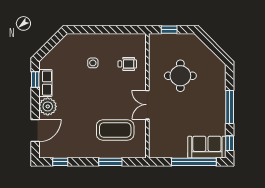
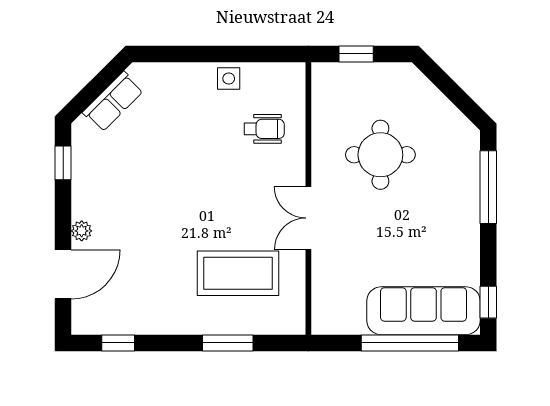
side table: (93, 63) -> (229, 79), moved
row of seats: (45, 83) -> (113, 102), moved, turned 45
plant: (48, 106) -> (82, 231), width x0.53, depth x0.53
window: (230, 107) -> (488, 187), moved
sofa: (207, 147) -> (424, 311), width x1.36

